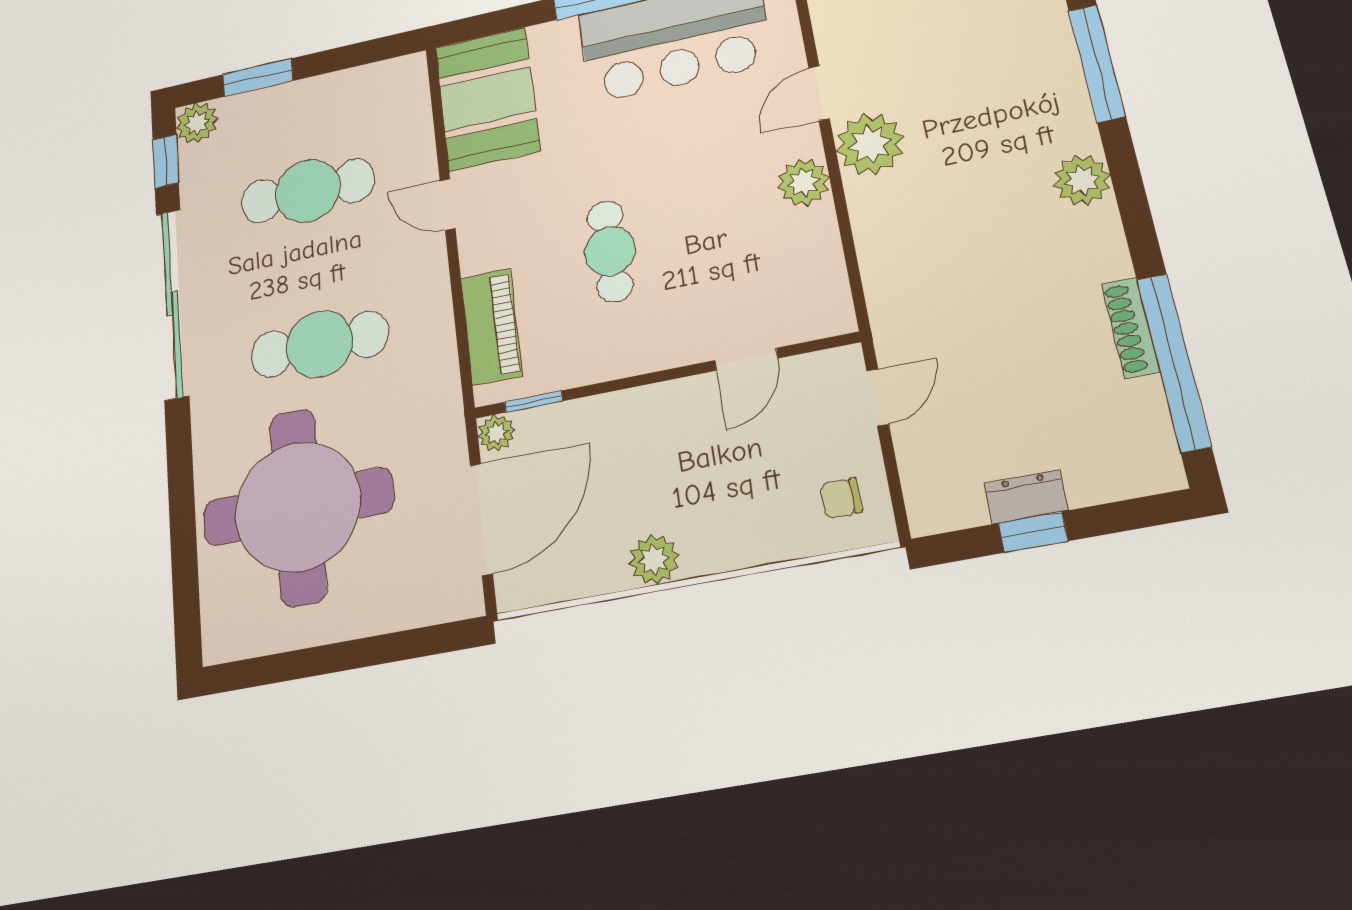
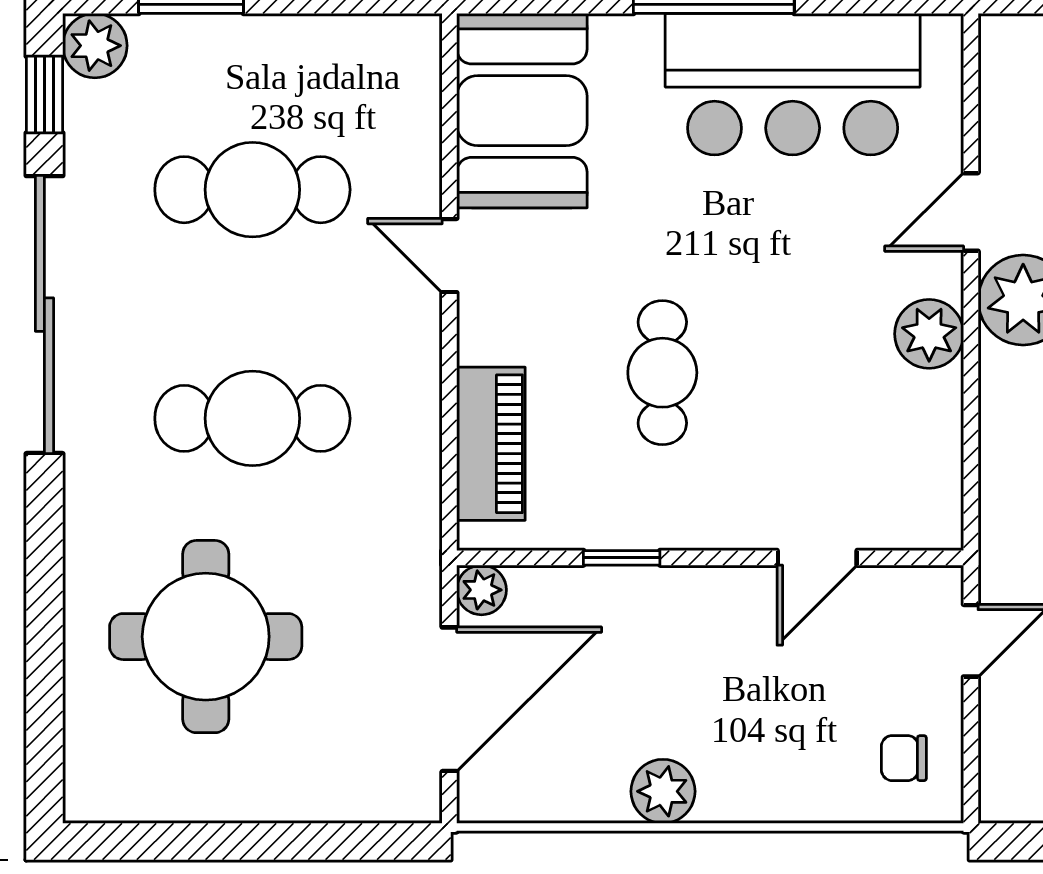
window: (534, 402) -> (622, 558), moved
round table: (298, 507) -> (206, 637), width x0.73, depth x0.73

